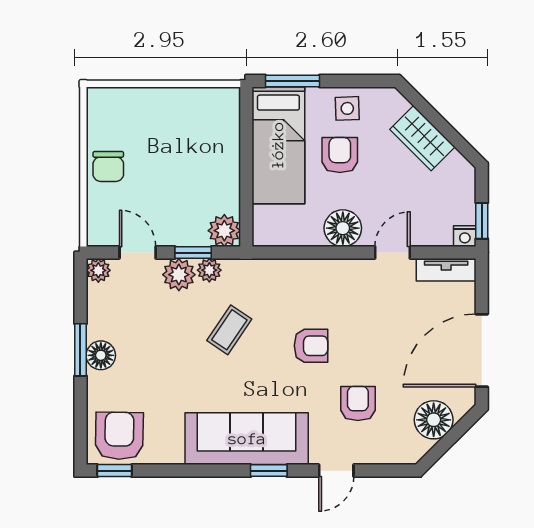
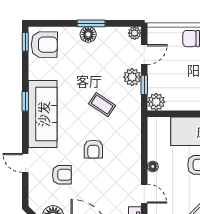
floor lamp: (343, 228) -> (153, 166), width x0.53, depth x0.53
plant: (209, 270) -> (135, 94), removed
window: (269, 471) -> (25, 101), moved

